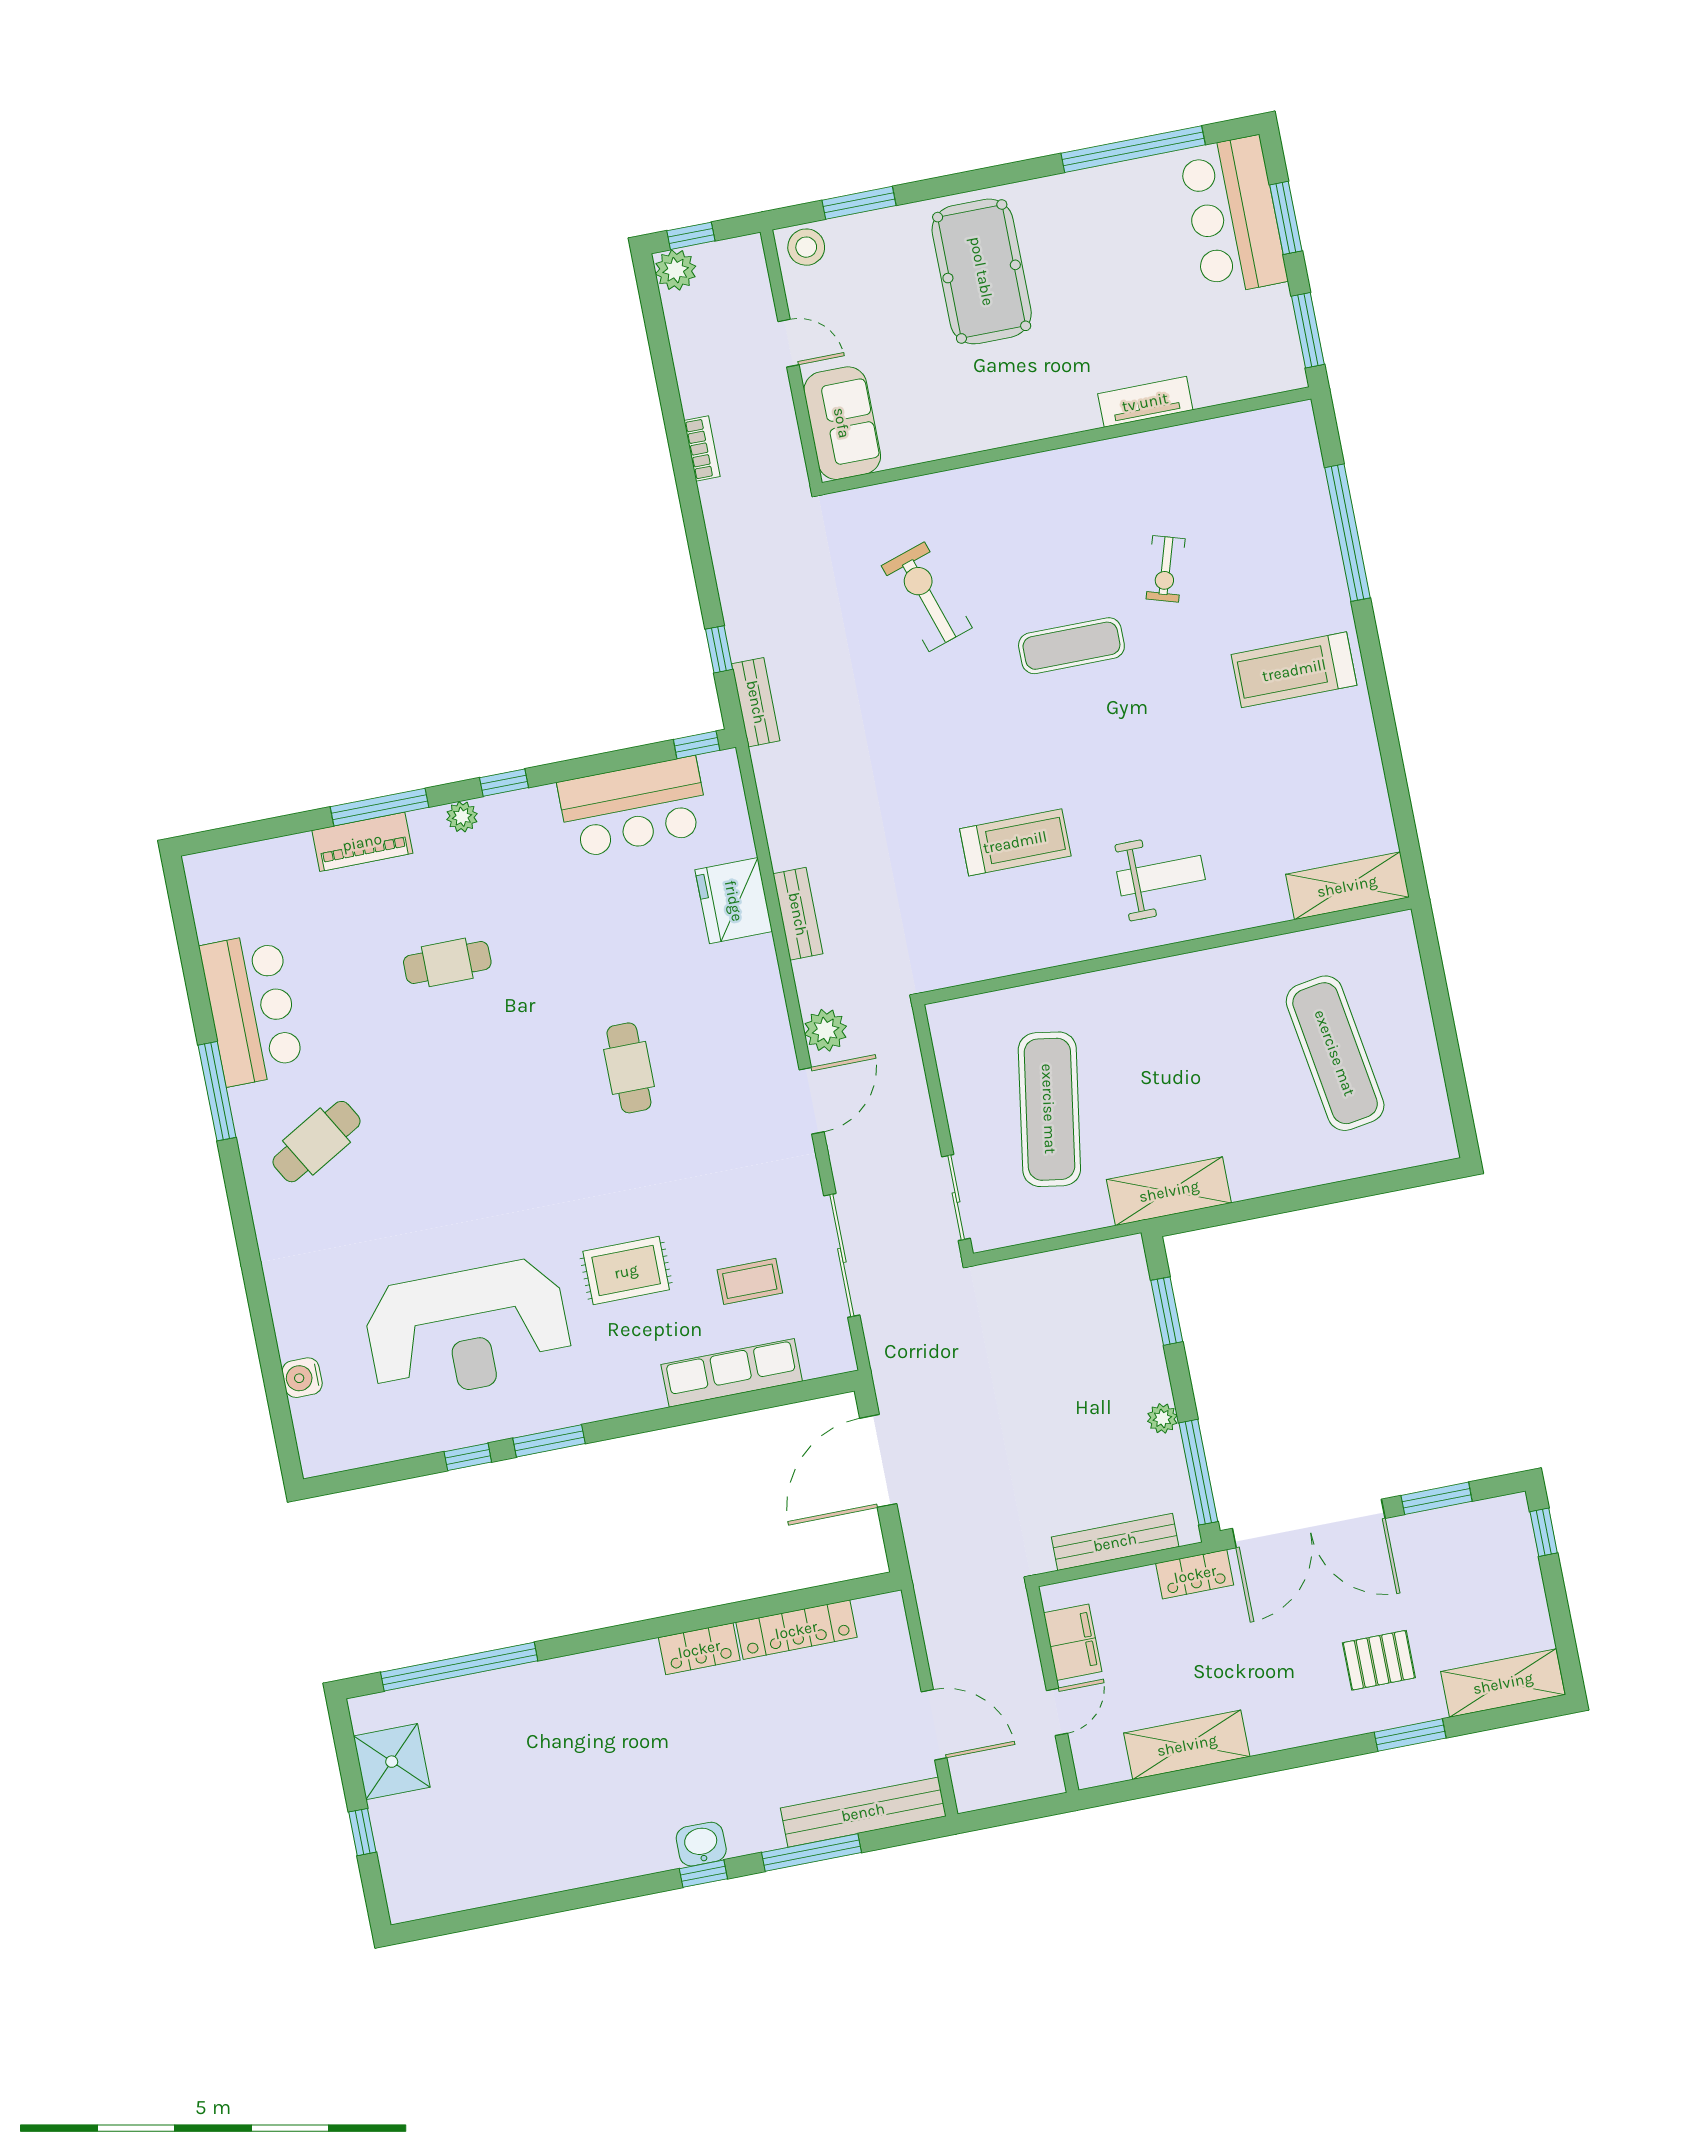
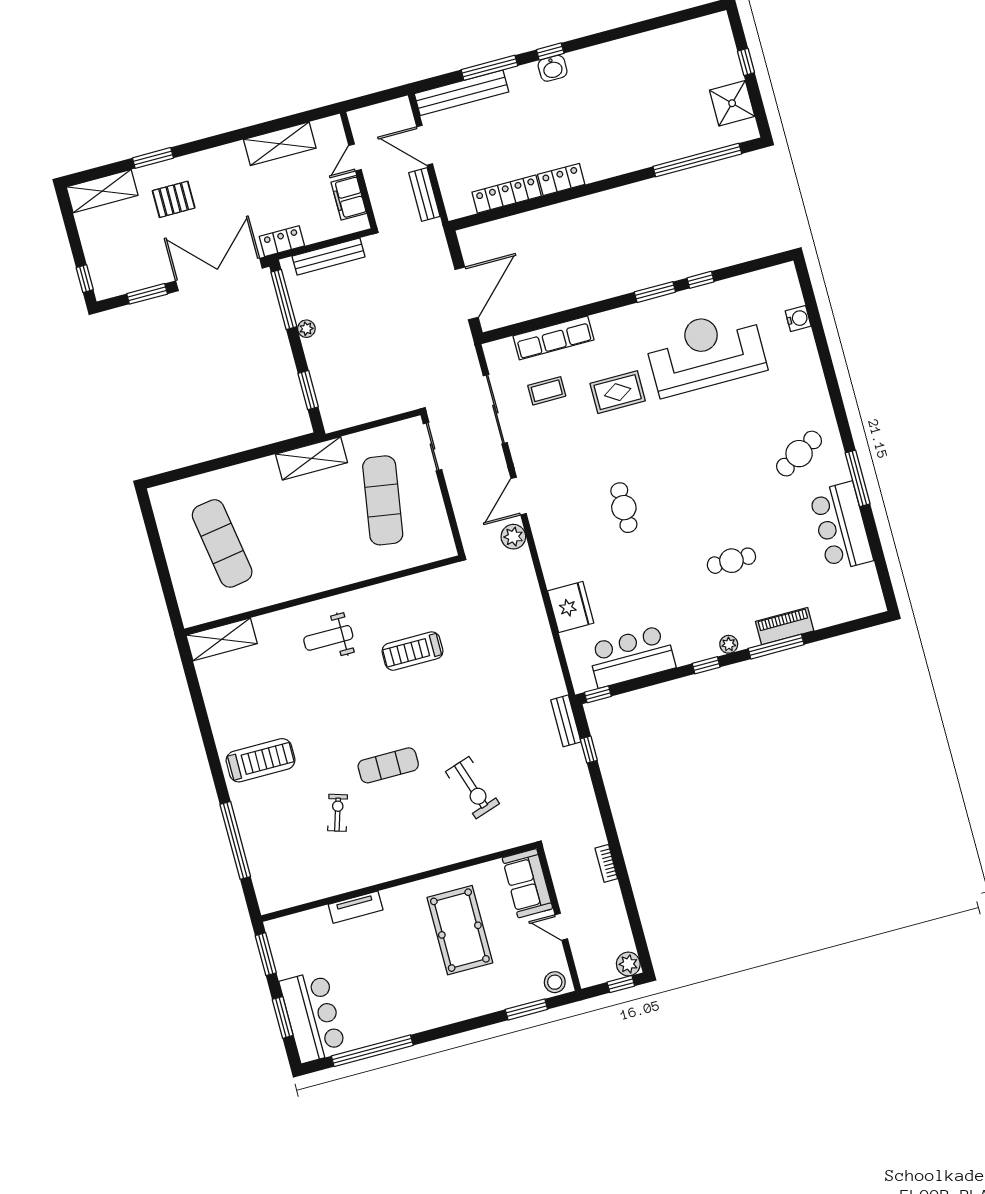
pool table: (982, 271) -> (460, 930), moved
bench: (798, 914) -> (424, 194), moved

